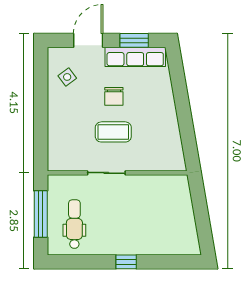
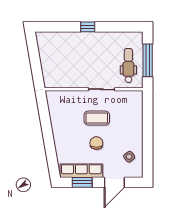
dental chair: (74, 224) -> (128, 66), moved, turned 180

